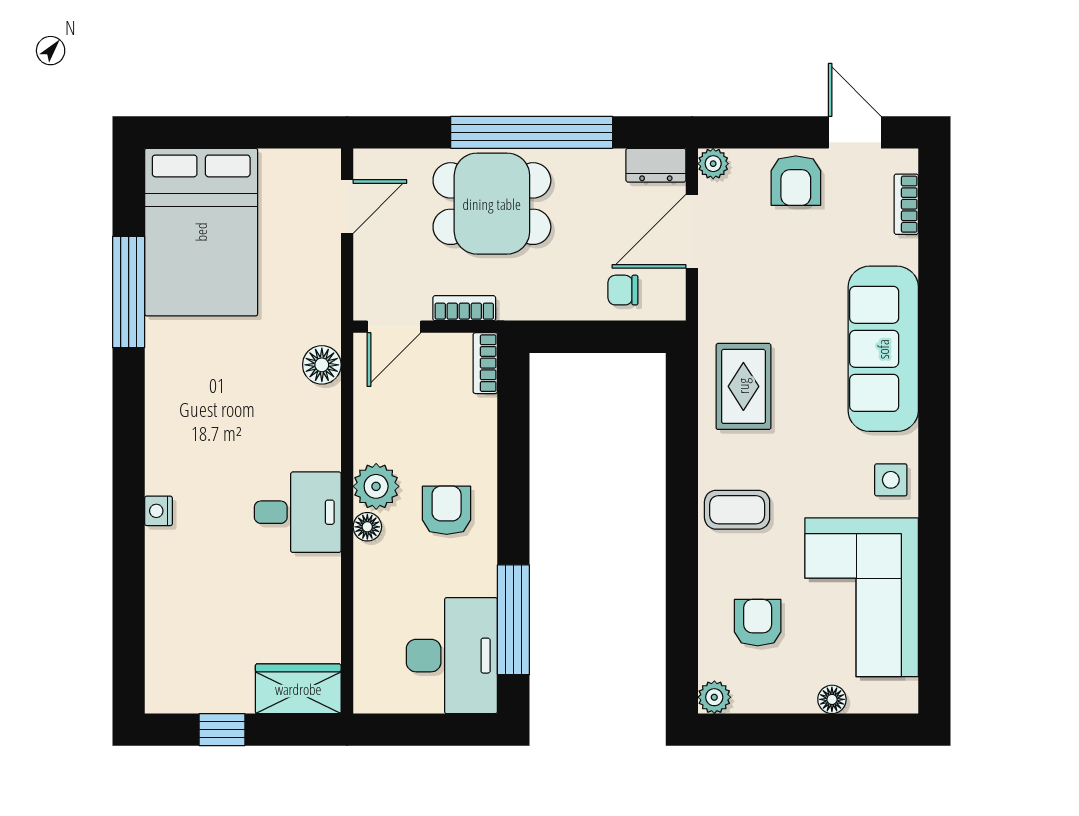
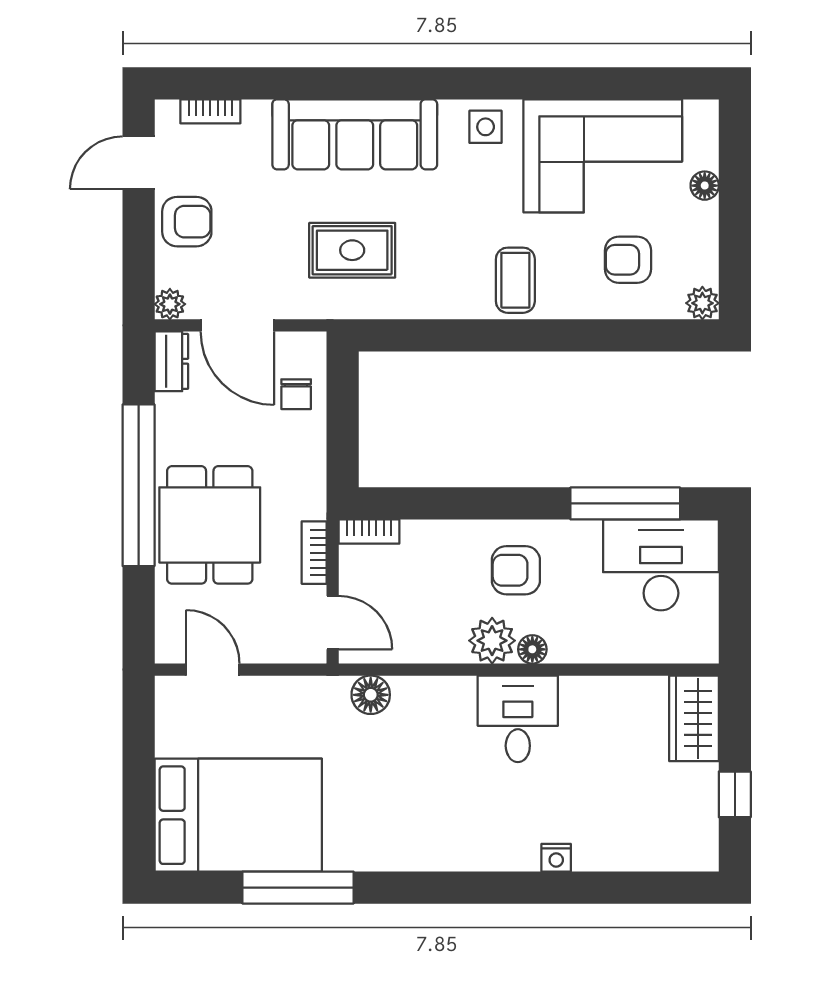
rug: (743, 386) -> (352, 250), moved
nightstand: (159, 511) -> (556, 858), moved

